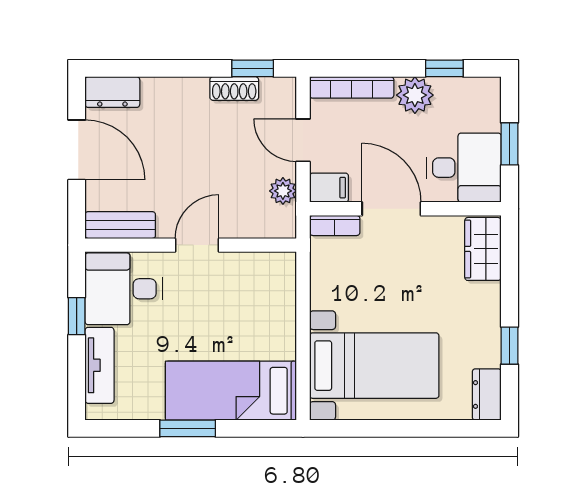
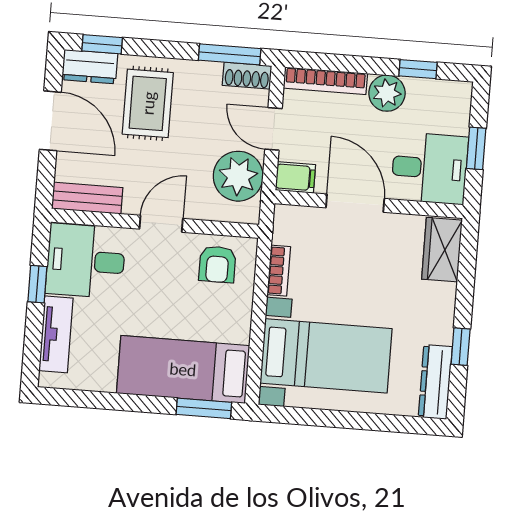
window: (123, 68) -> (102, 44), added
window: (253, 68) -> (230, 54), width x1.50
shoe rack: (234, 88) -> (247, 76), moved
rug: (174, 125) -> (148, 103), added
plant: (283, 191) -> (238, 176), width x1.88, depth x1.88
bookcase: (335, 225) -> (279, 271), moved, turned -90
armchair: (257, 282) -> (217, 264), added
dresser: (487, 394) -> (435, 382), width x1.44
window: (188, 428) -> (204, 408), moved

